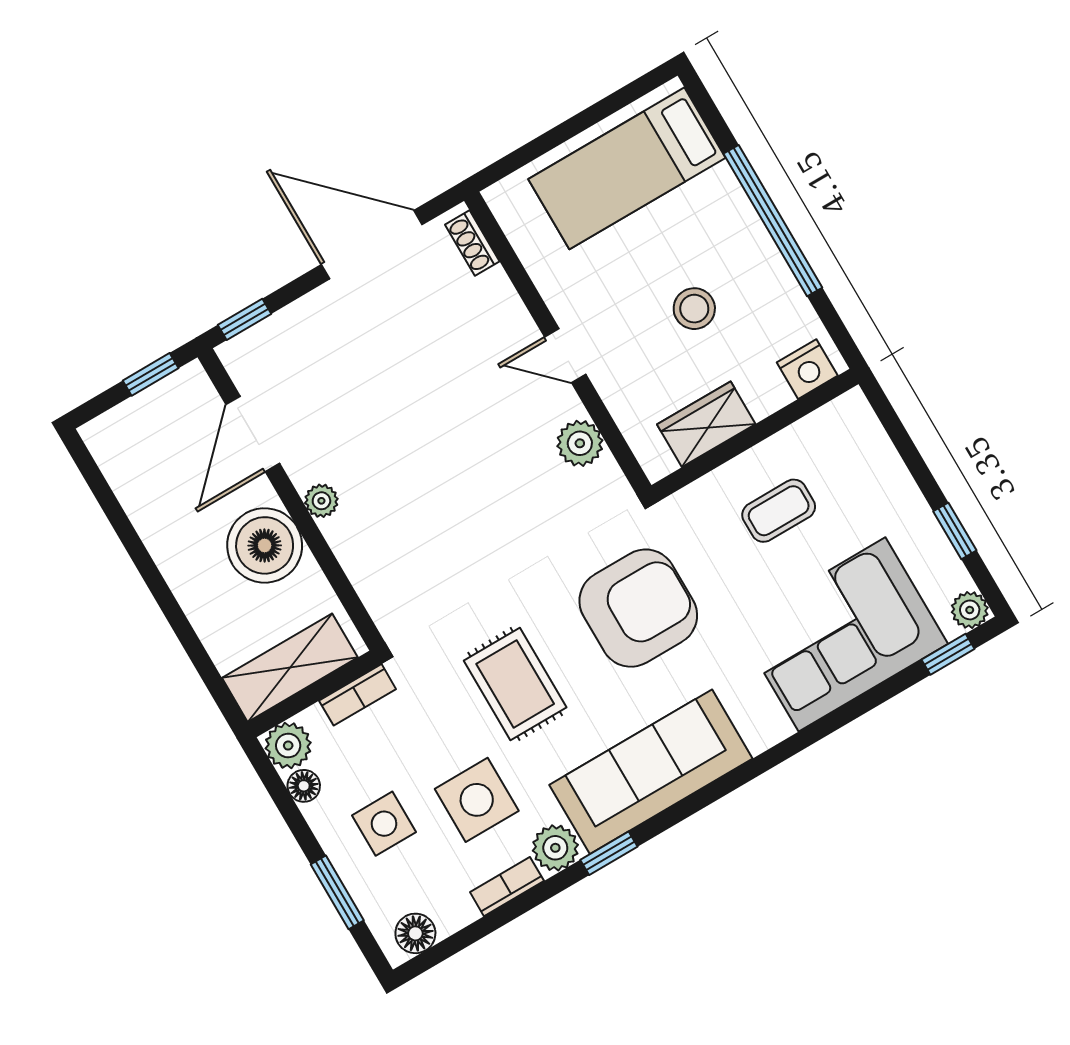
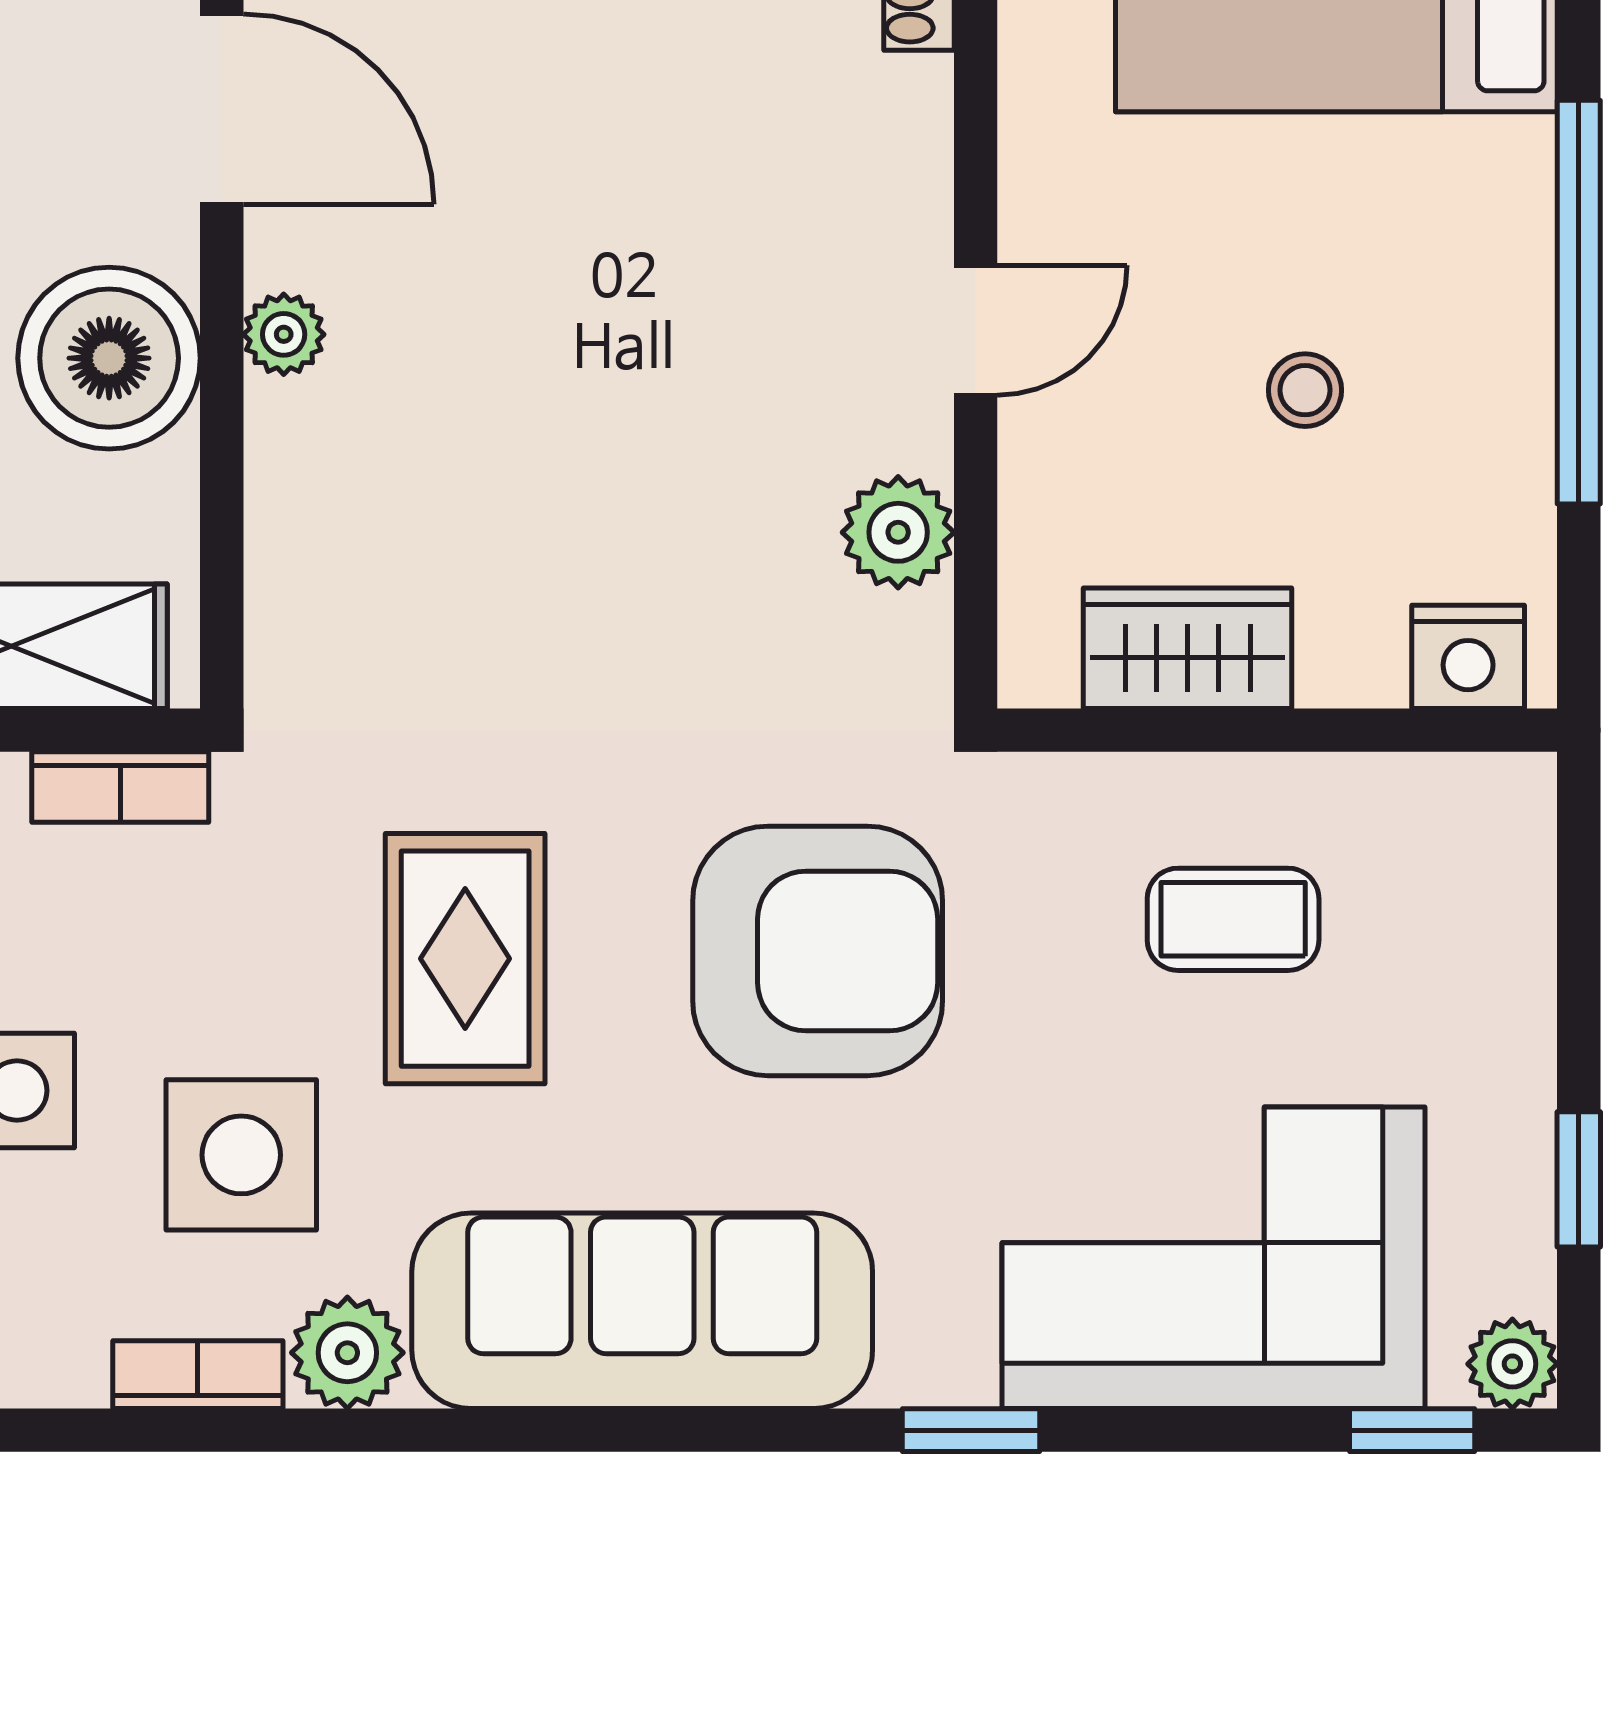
stool: (694, 309) -> (1305, 390), width x0.73, depth x0.73
door: (565, 356) -> (976, 330), swing flipped
door: (253, 434) -> (222, 109), swing flipped
window: (609, 853) -> (971, 1430), moved

